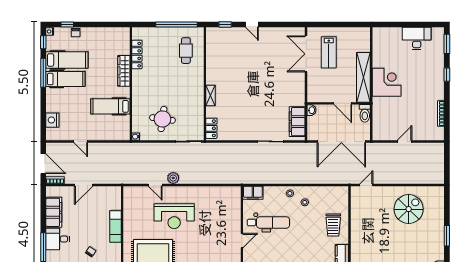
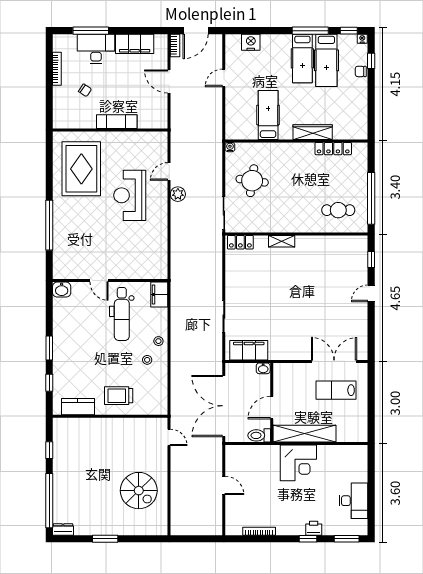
printer: (439, 70) -> (314, 528), added
desk: (58, 239) -> (96, 49), width x1.37

